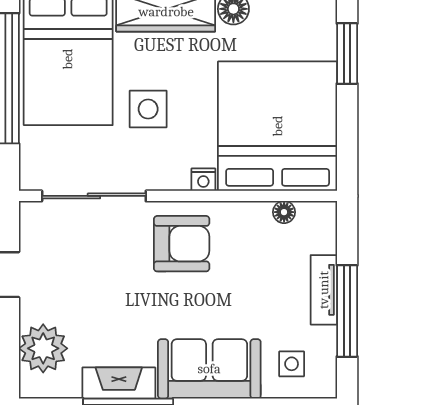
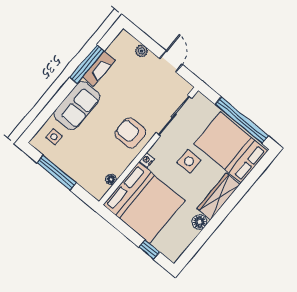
window: (347, 53) -> (149, 250), width x0.67
armchair: (182, 244) -> (130, 133), turned 90
tv unit: (324, 290) -> (71, 170), removed
plant: (43, 348) -> (142, 51), width x0.53, depth x0.53

